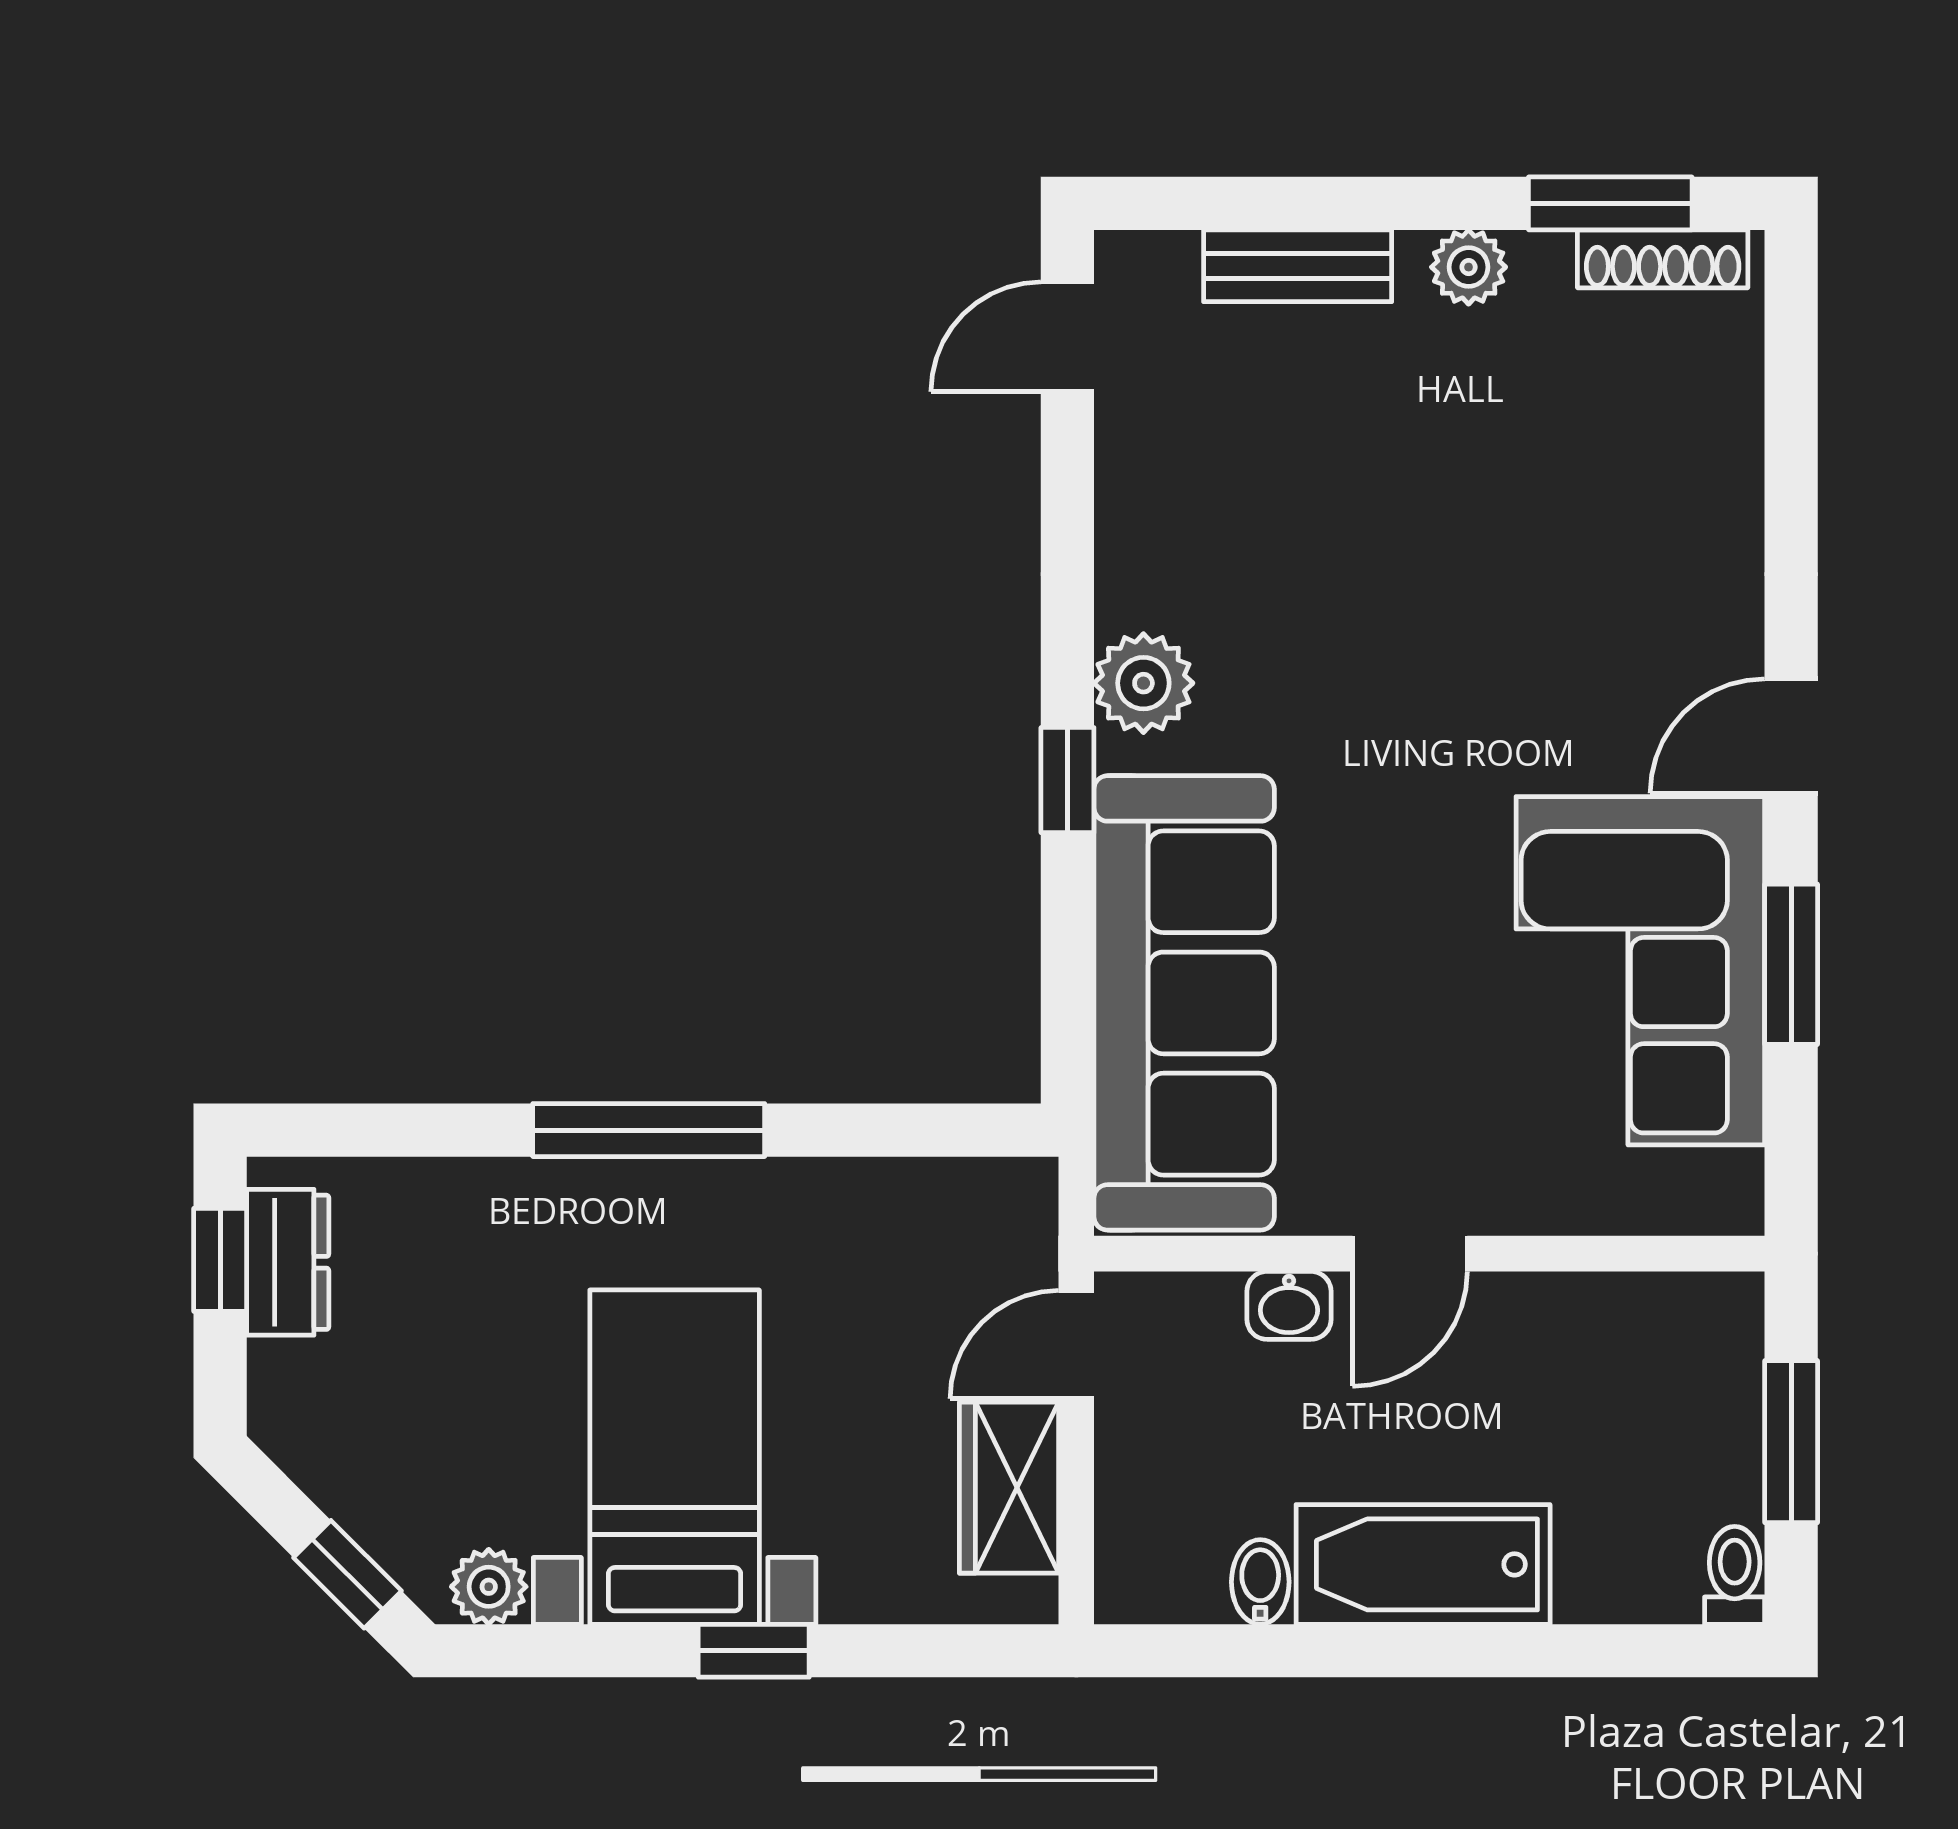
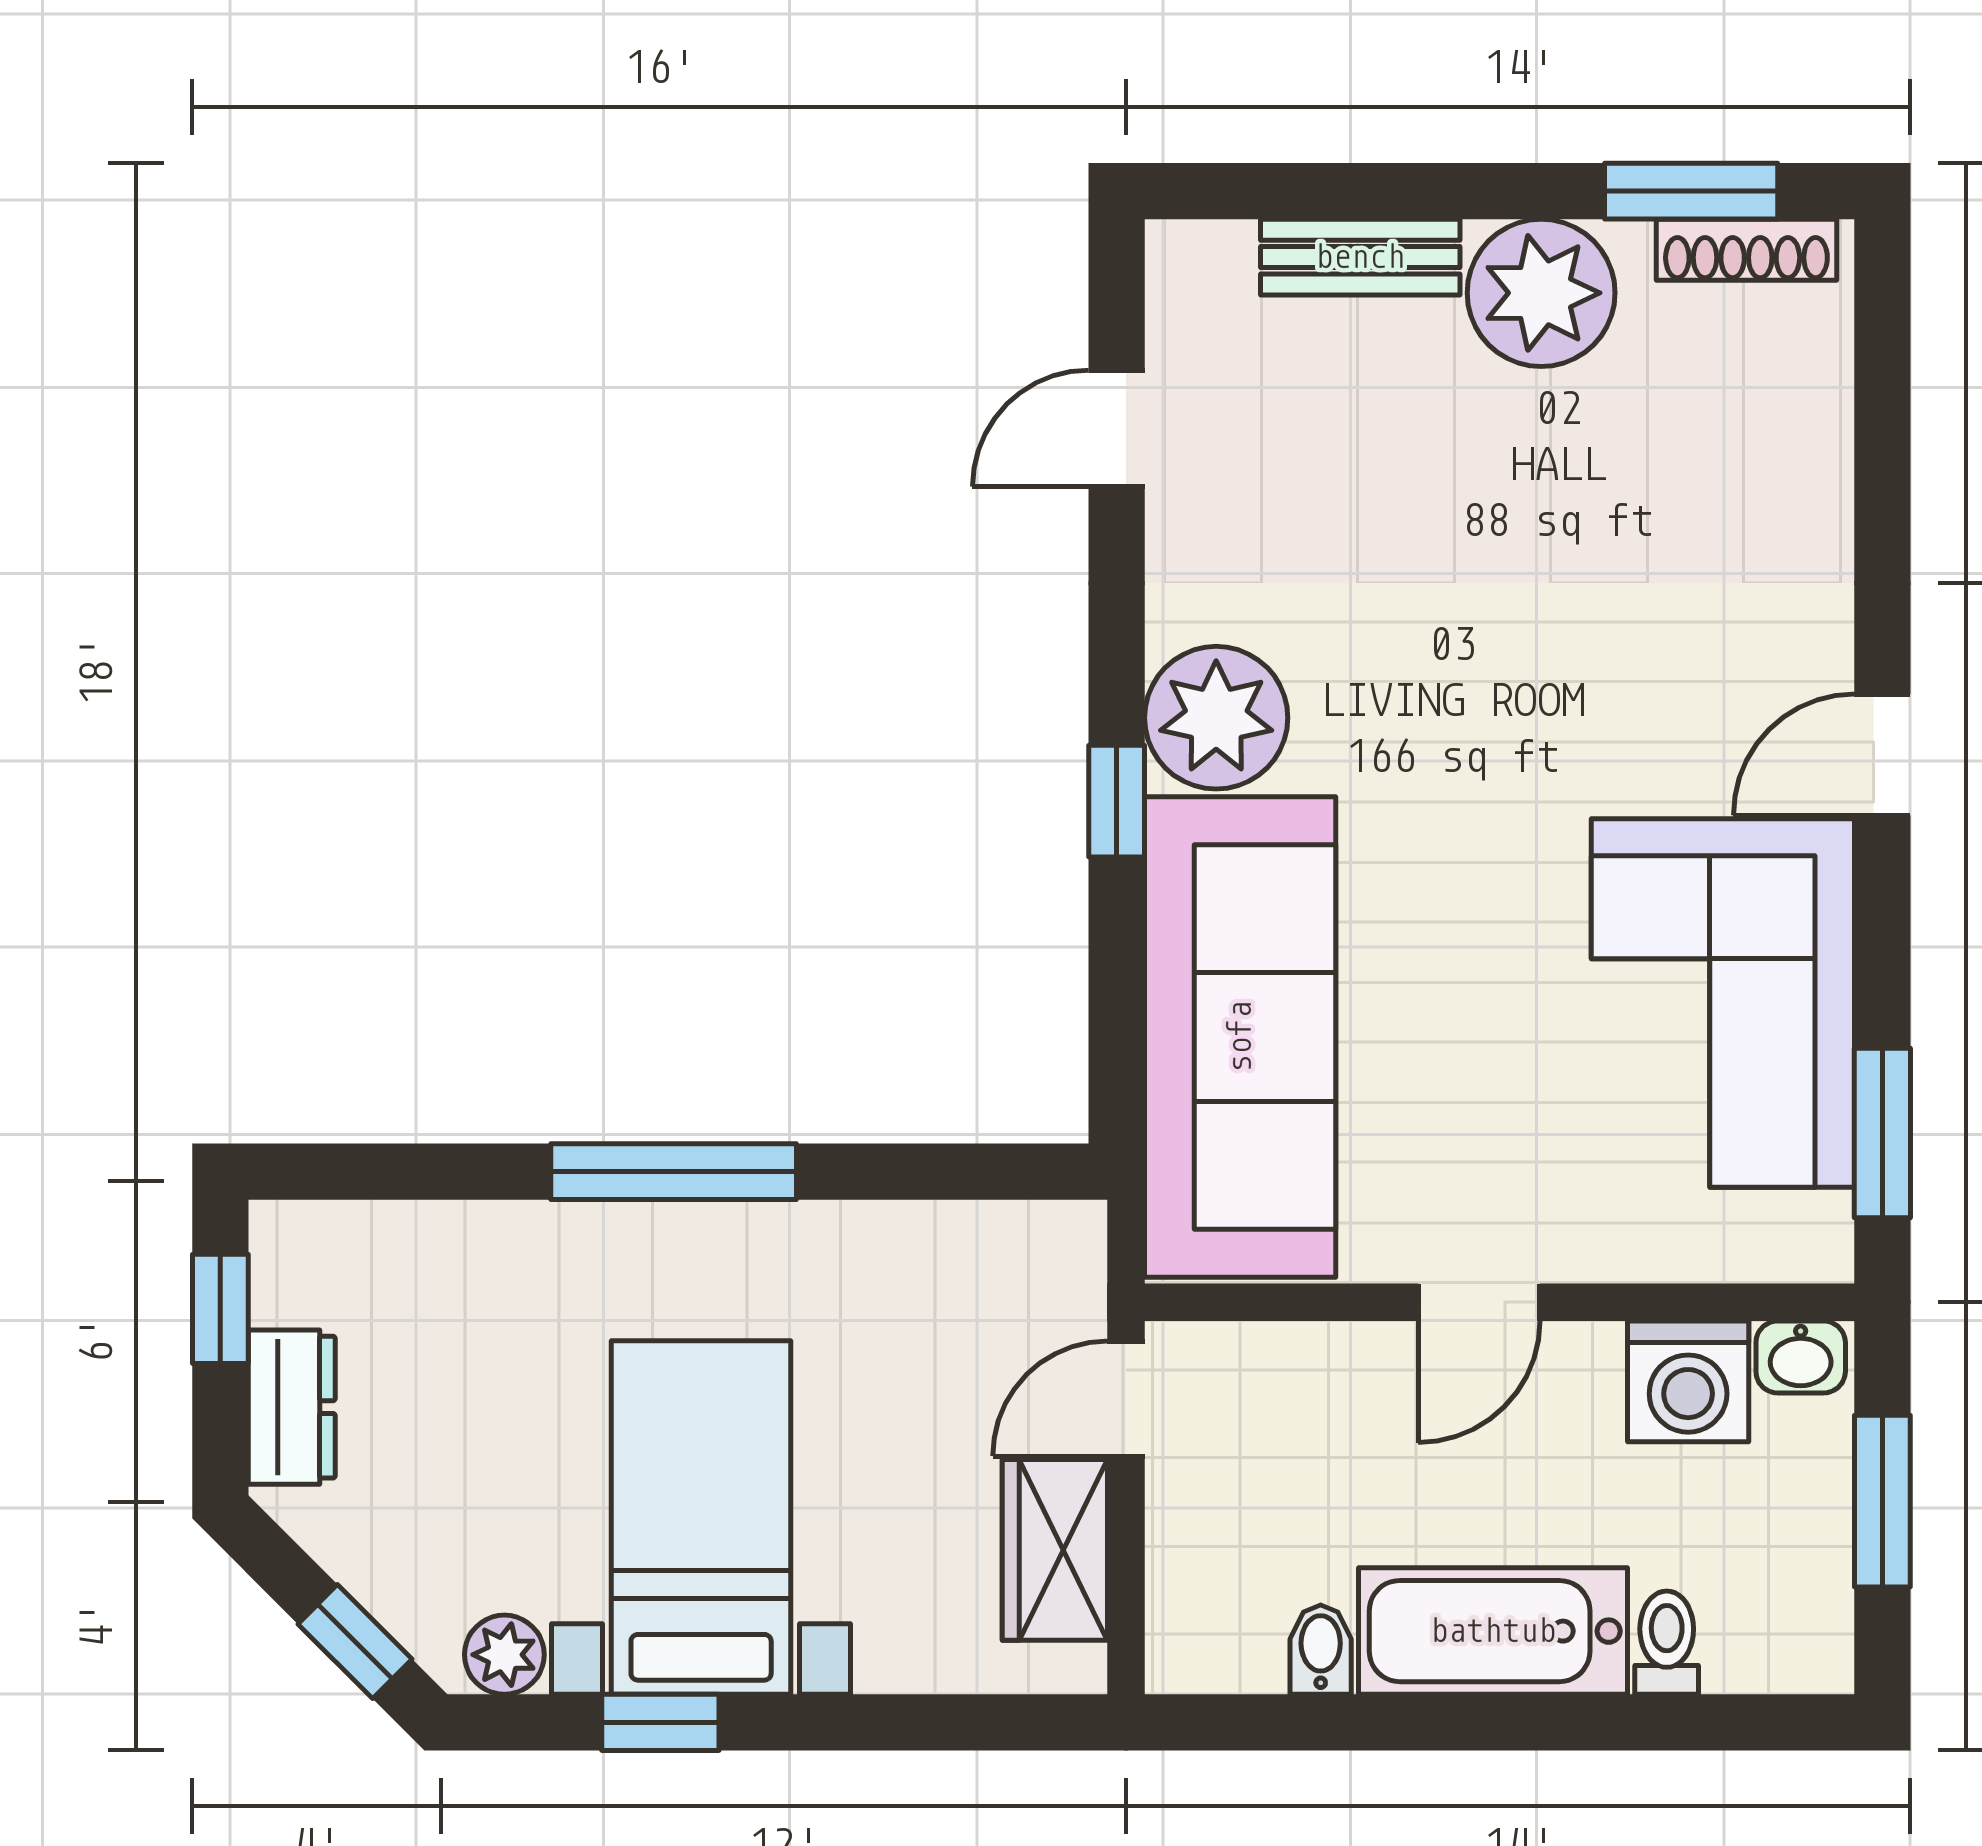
plant: (1469, 267) -> (1541, 293), width x1.88, depth x1.88
door: (1067, 337) -> (1117, 428), moved
plant: (1143, 683) -> (1216, 718), width x1.36, depth x1.36
window: (1791, 964) -> (1882, 1133), moved
dresser: (288, 1262) -> (292, 1407), moved
washbasin: (1289, 1305) -> (1801, 1357), moved
washing machine: (1607, 1328) -> (1688, 1381), added
toilet: (1735, 1575) -> (1667, 1643), moved
window: (754, 1651) -> (660, 1722), moved

